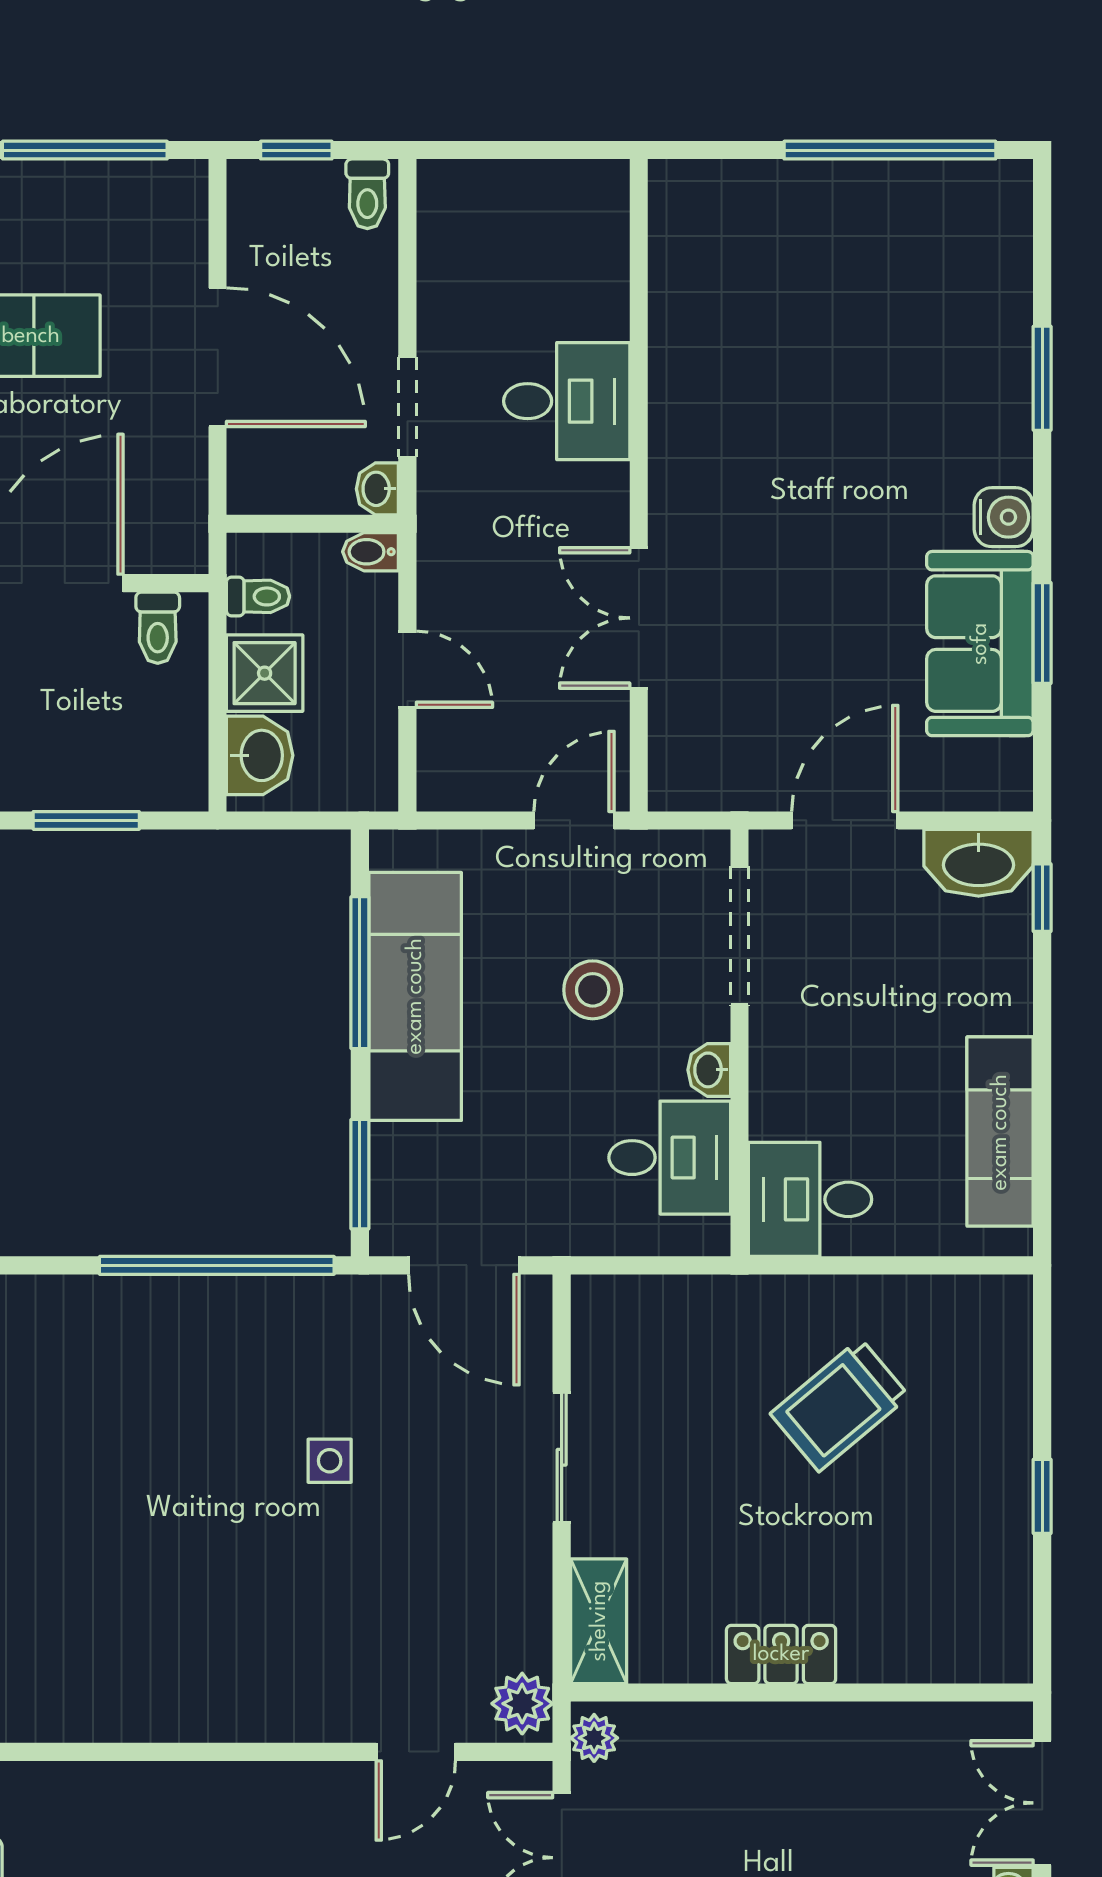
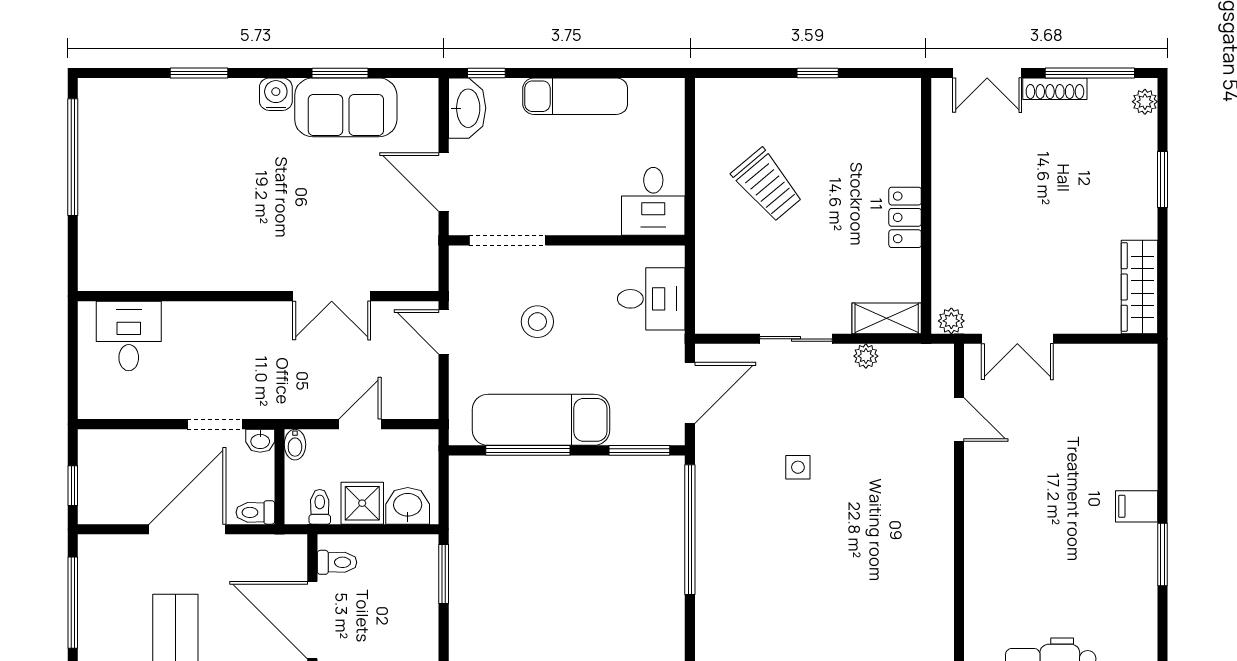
toilet: (367, 194) -> (255, 512), moved, turned 180
desk: (567, 401) -> (129, 336), moved
window: (86, 820) -> (444, 574), moved
washbasin: (709, 1070) -> (582, 257), removed
exam couch: (1000, 1132) -> (575, 96), moved
desk: (670, 1158) -> (651, 299), moved, turned 90
plant: (522, 1704) -> (866, 356), moved, width x0.73, depth x0.73

